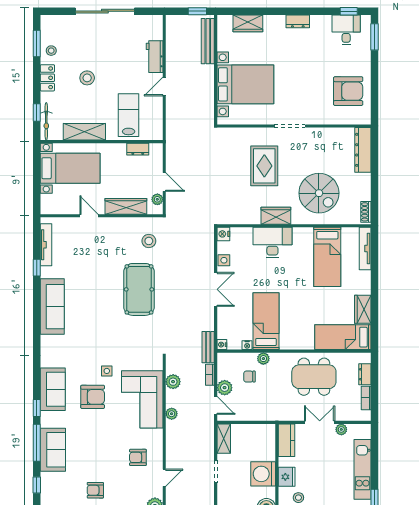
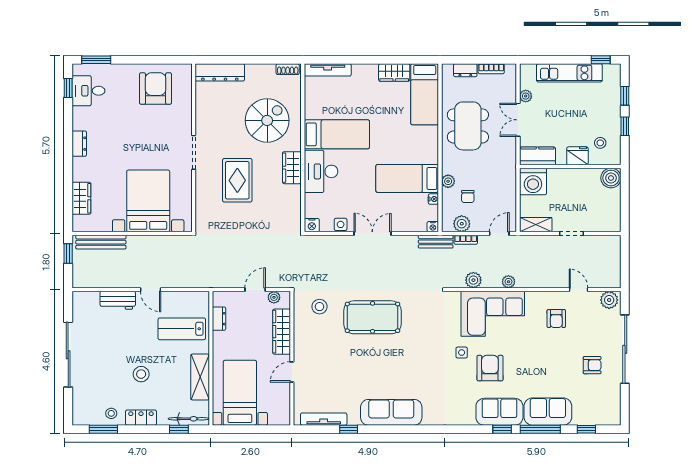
rug: (264, 166) -> (237, 180), turned 90
bed: (327, 257) -> (337, 134), moved
plant: (225, 388) -> (462, 224), moved
sofa: (53, 389) -> (499, 412), moved
washing machine: (263, 474) -> (533, 181), moved
armchair: (95, 490) -> (592, 365), turned -90

